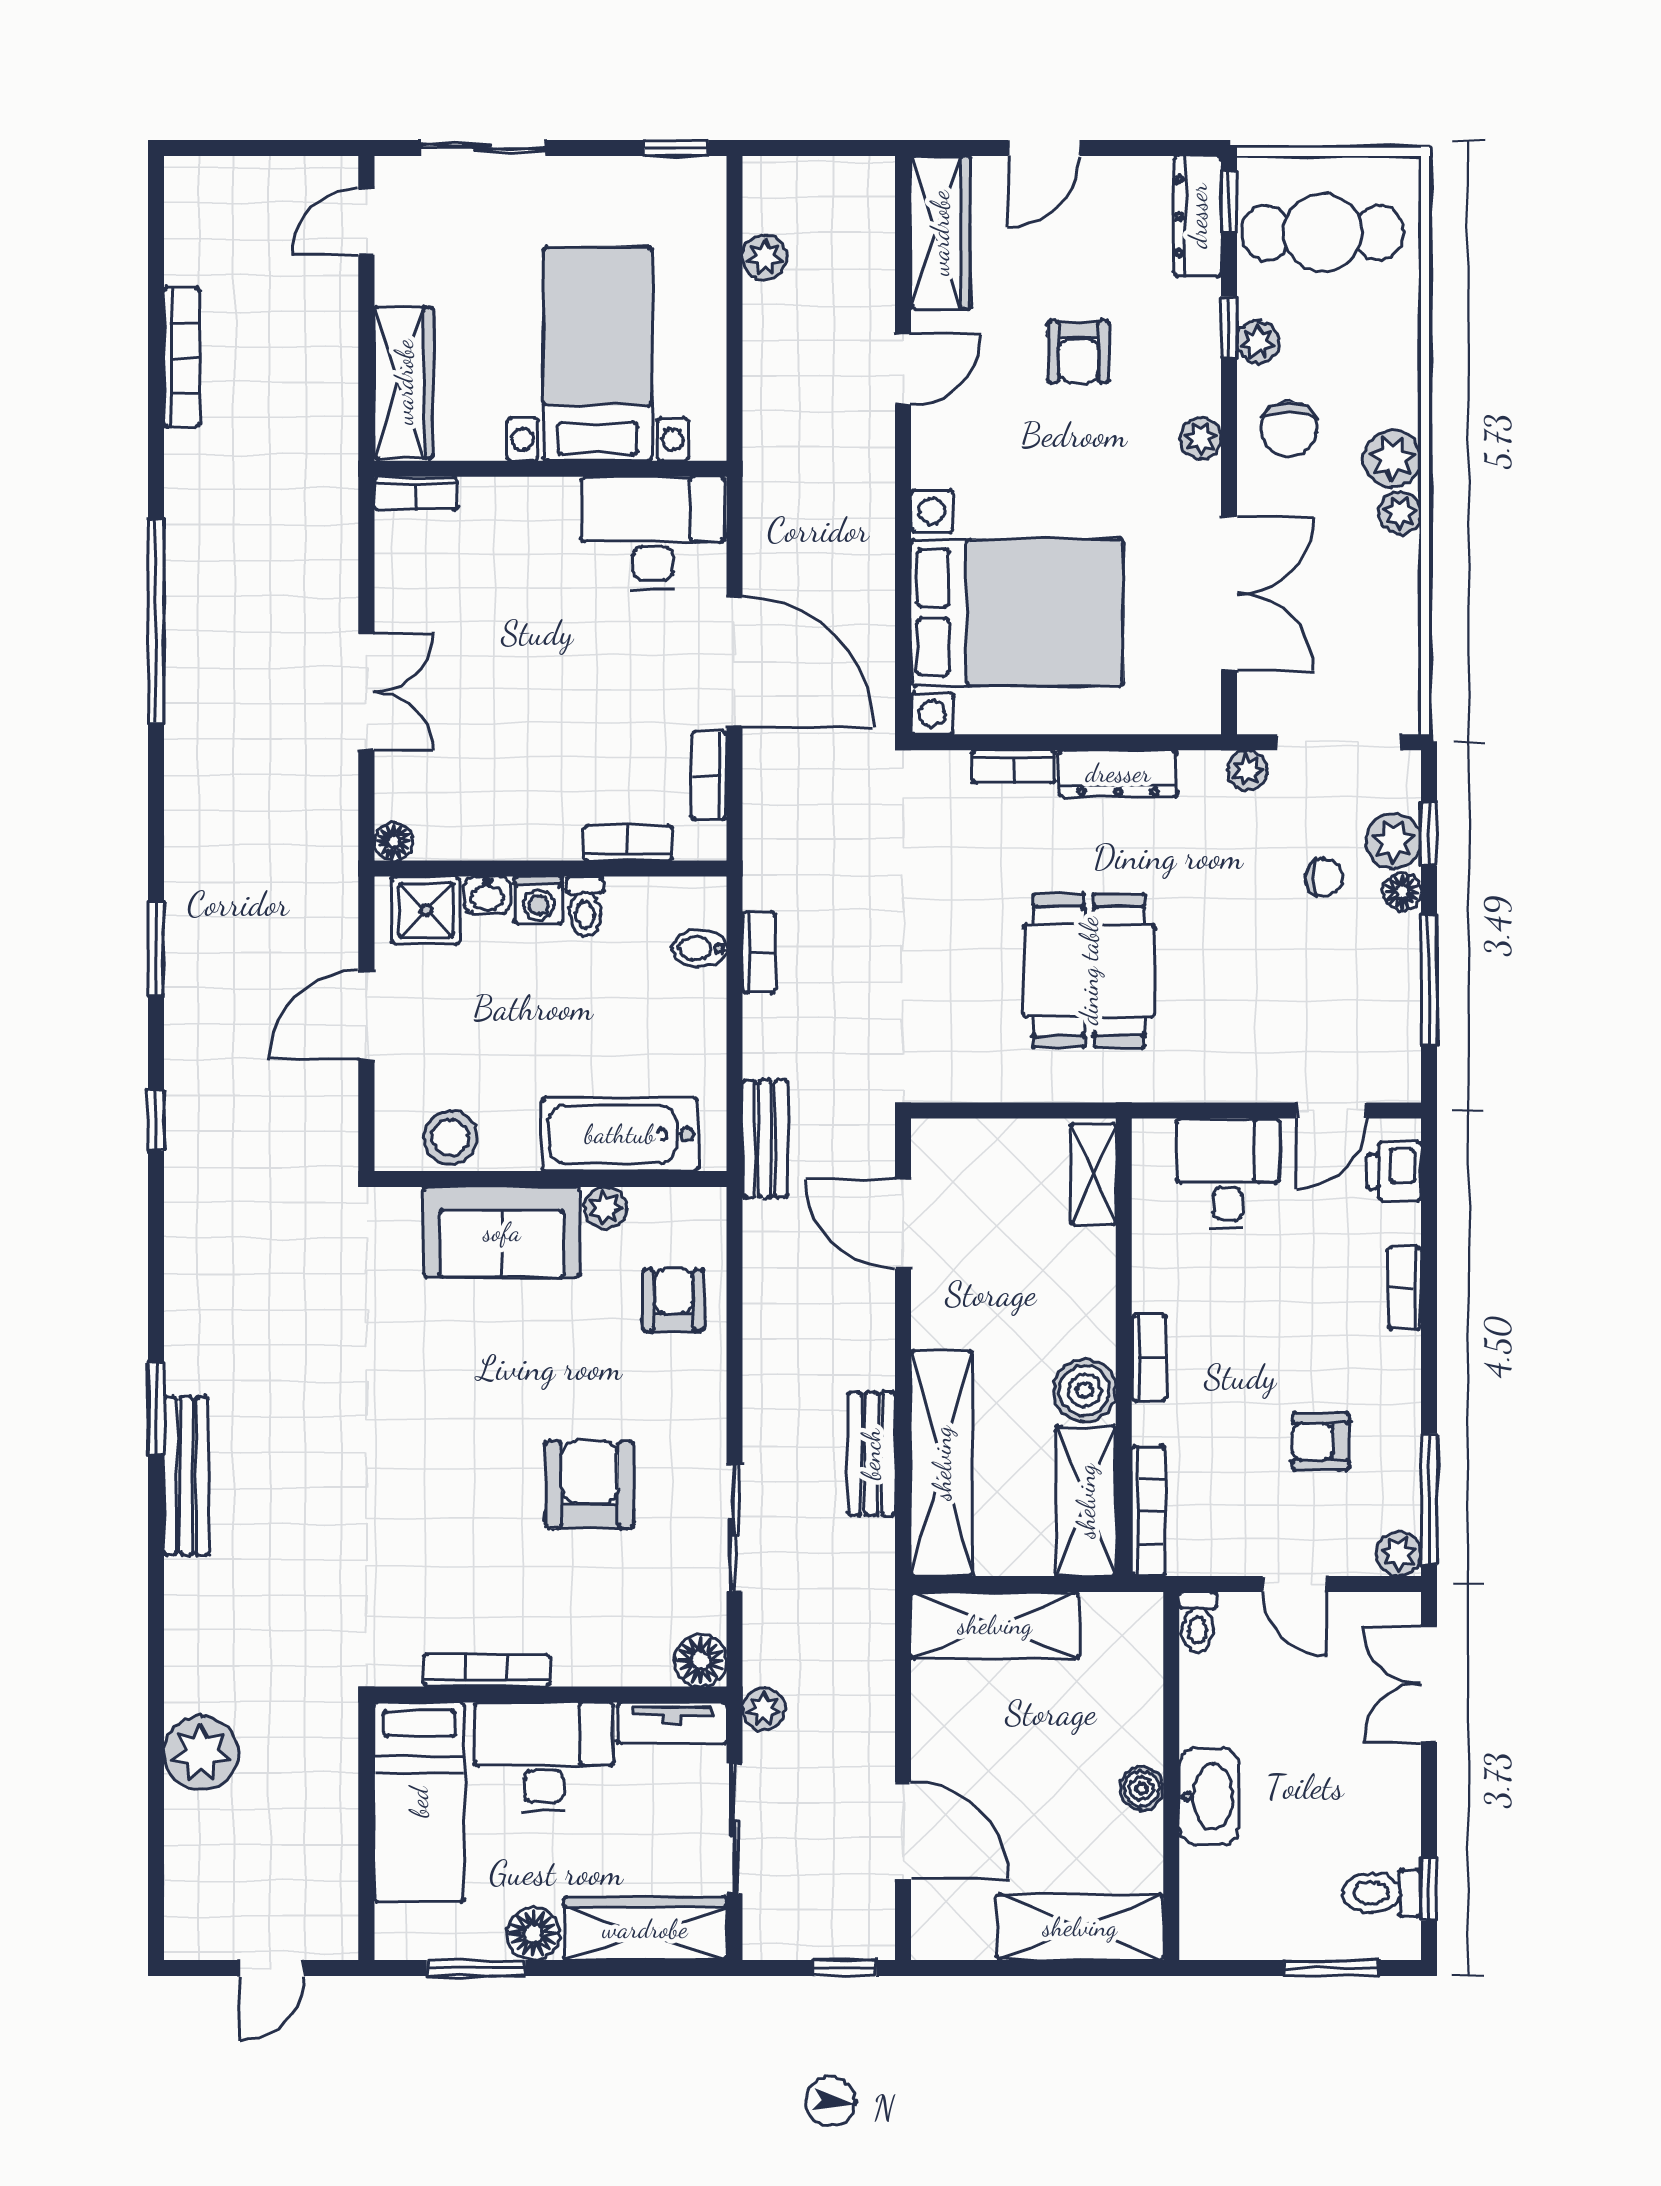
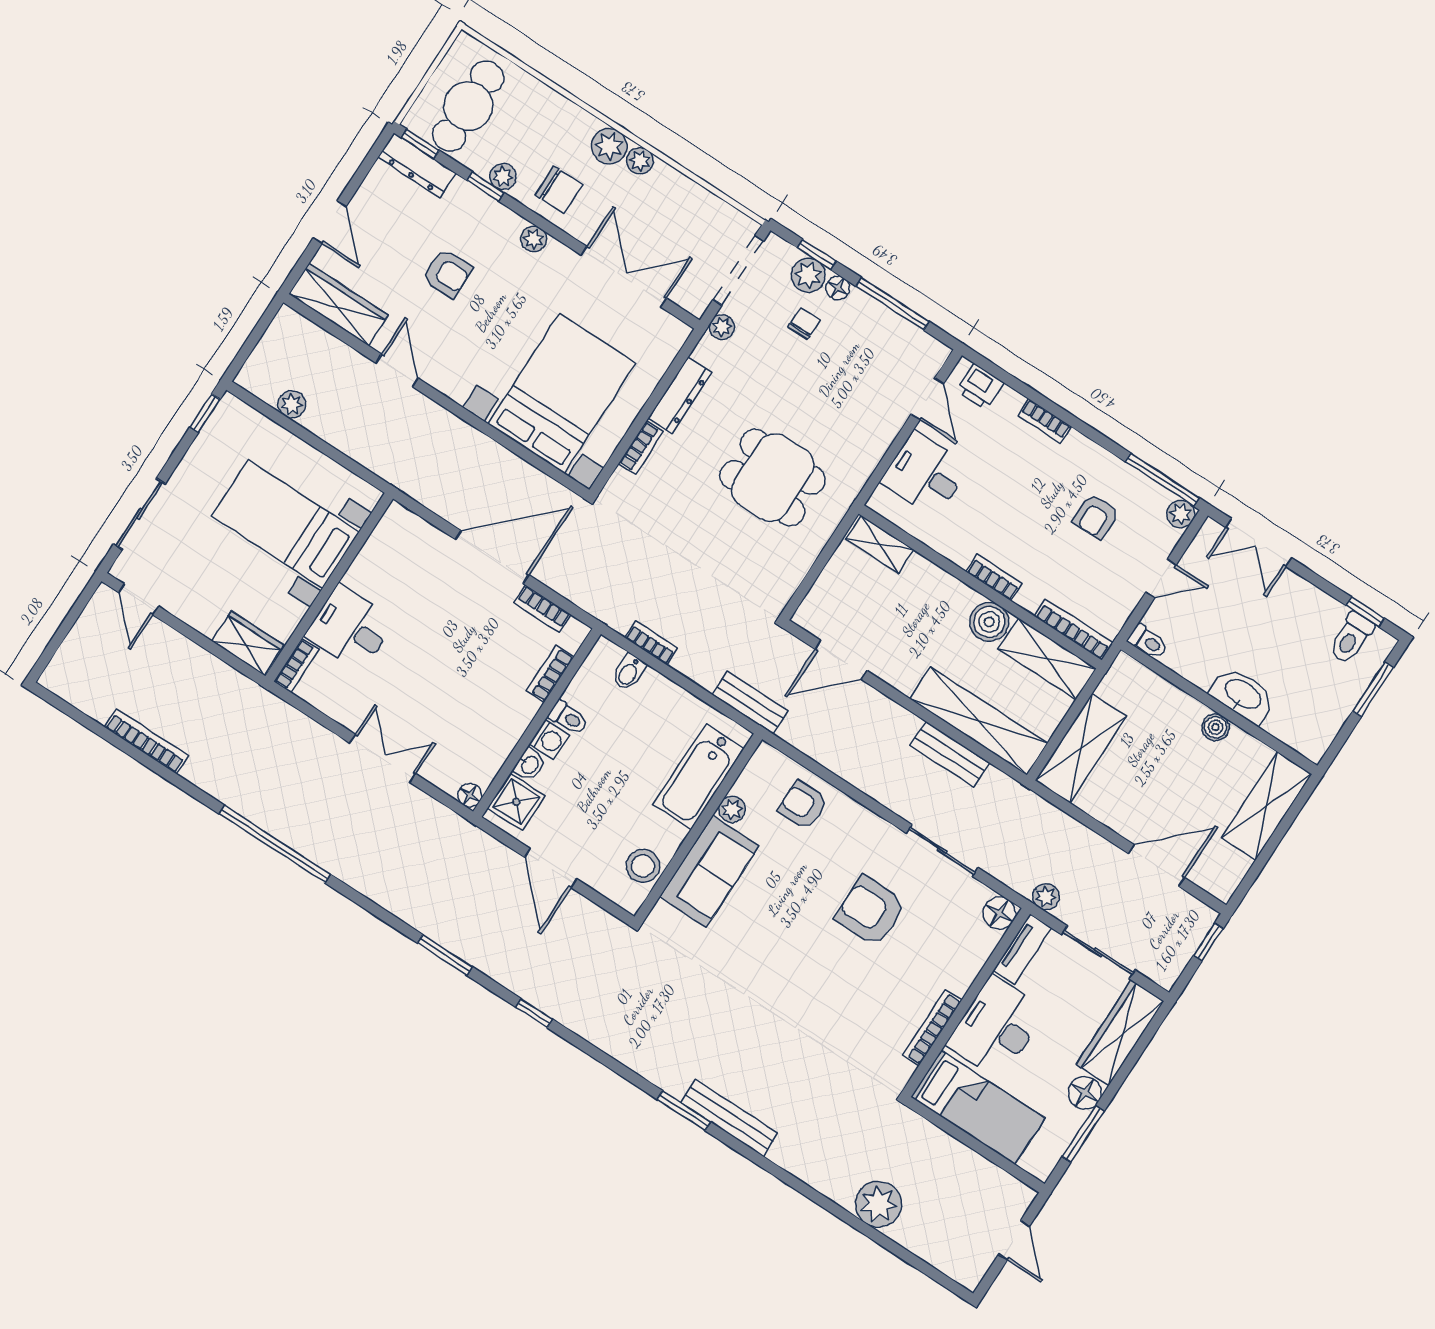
wardrobe: (404, 382) -> (248, 643), width x0.67
desk: (653, 533) -> (350, 628), moved, width x0.73

